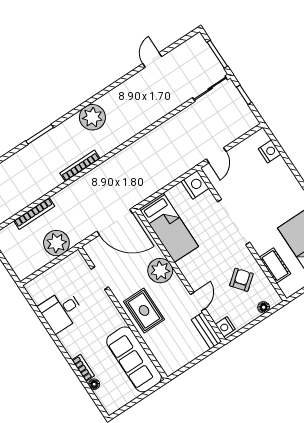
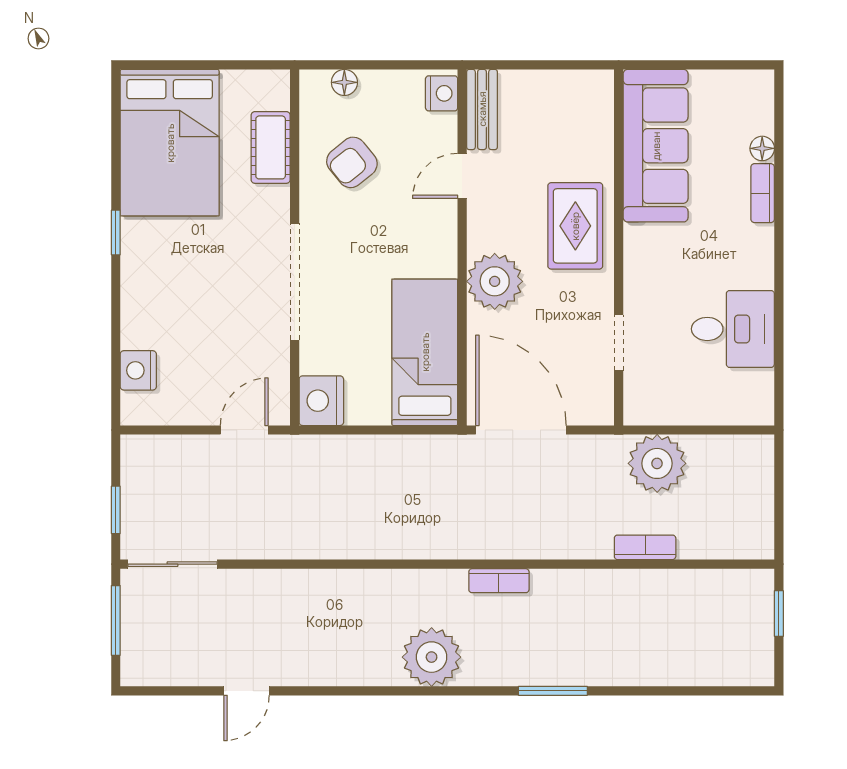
bookcase: (80, 166) -> (499, 581), width x0.64
bookcase: (34, 213) -> (645, 547), width x0.64

